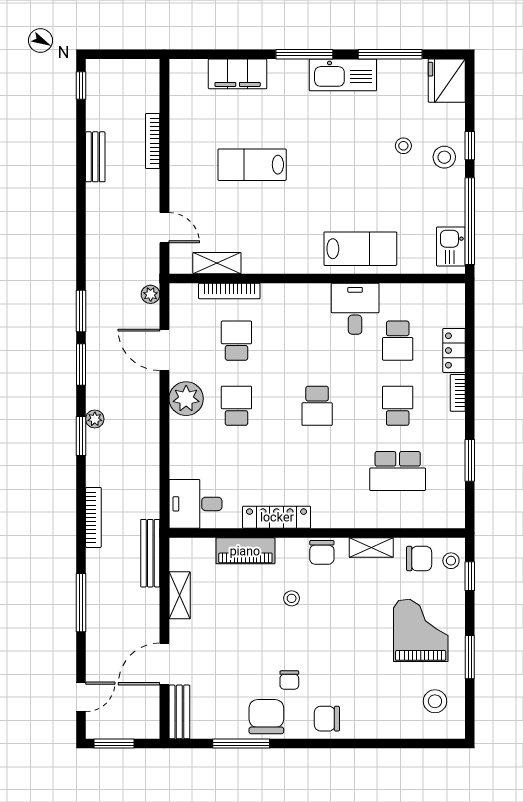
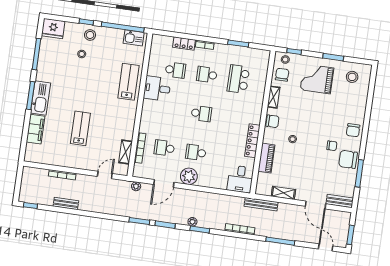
kitchen sink: (343, 75) -> (40, 98), moved
lab bench: (252, 165) -> (80, 128), turned 180
school desk: (398, 471) -> (238, 79), turned 180

